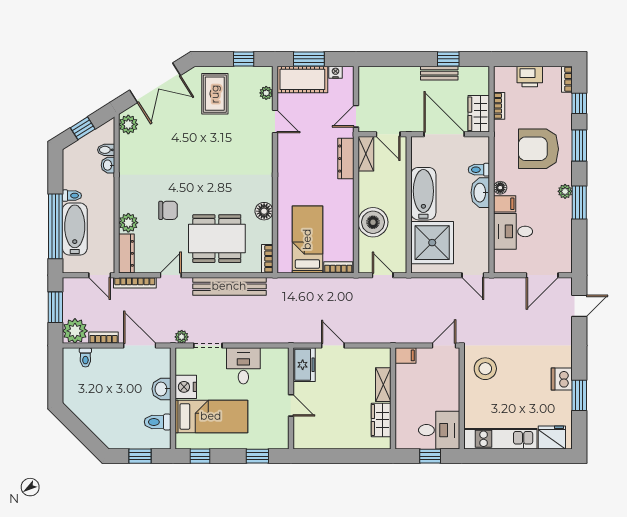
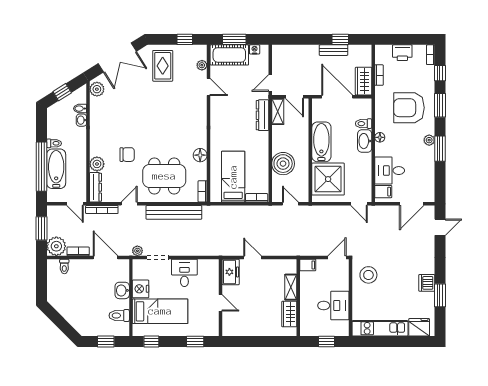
filing cabinet: (505, 204) -> (383, 192), moved
desk: (439, 430) -> (333, 305), moved

